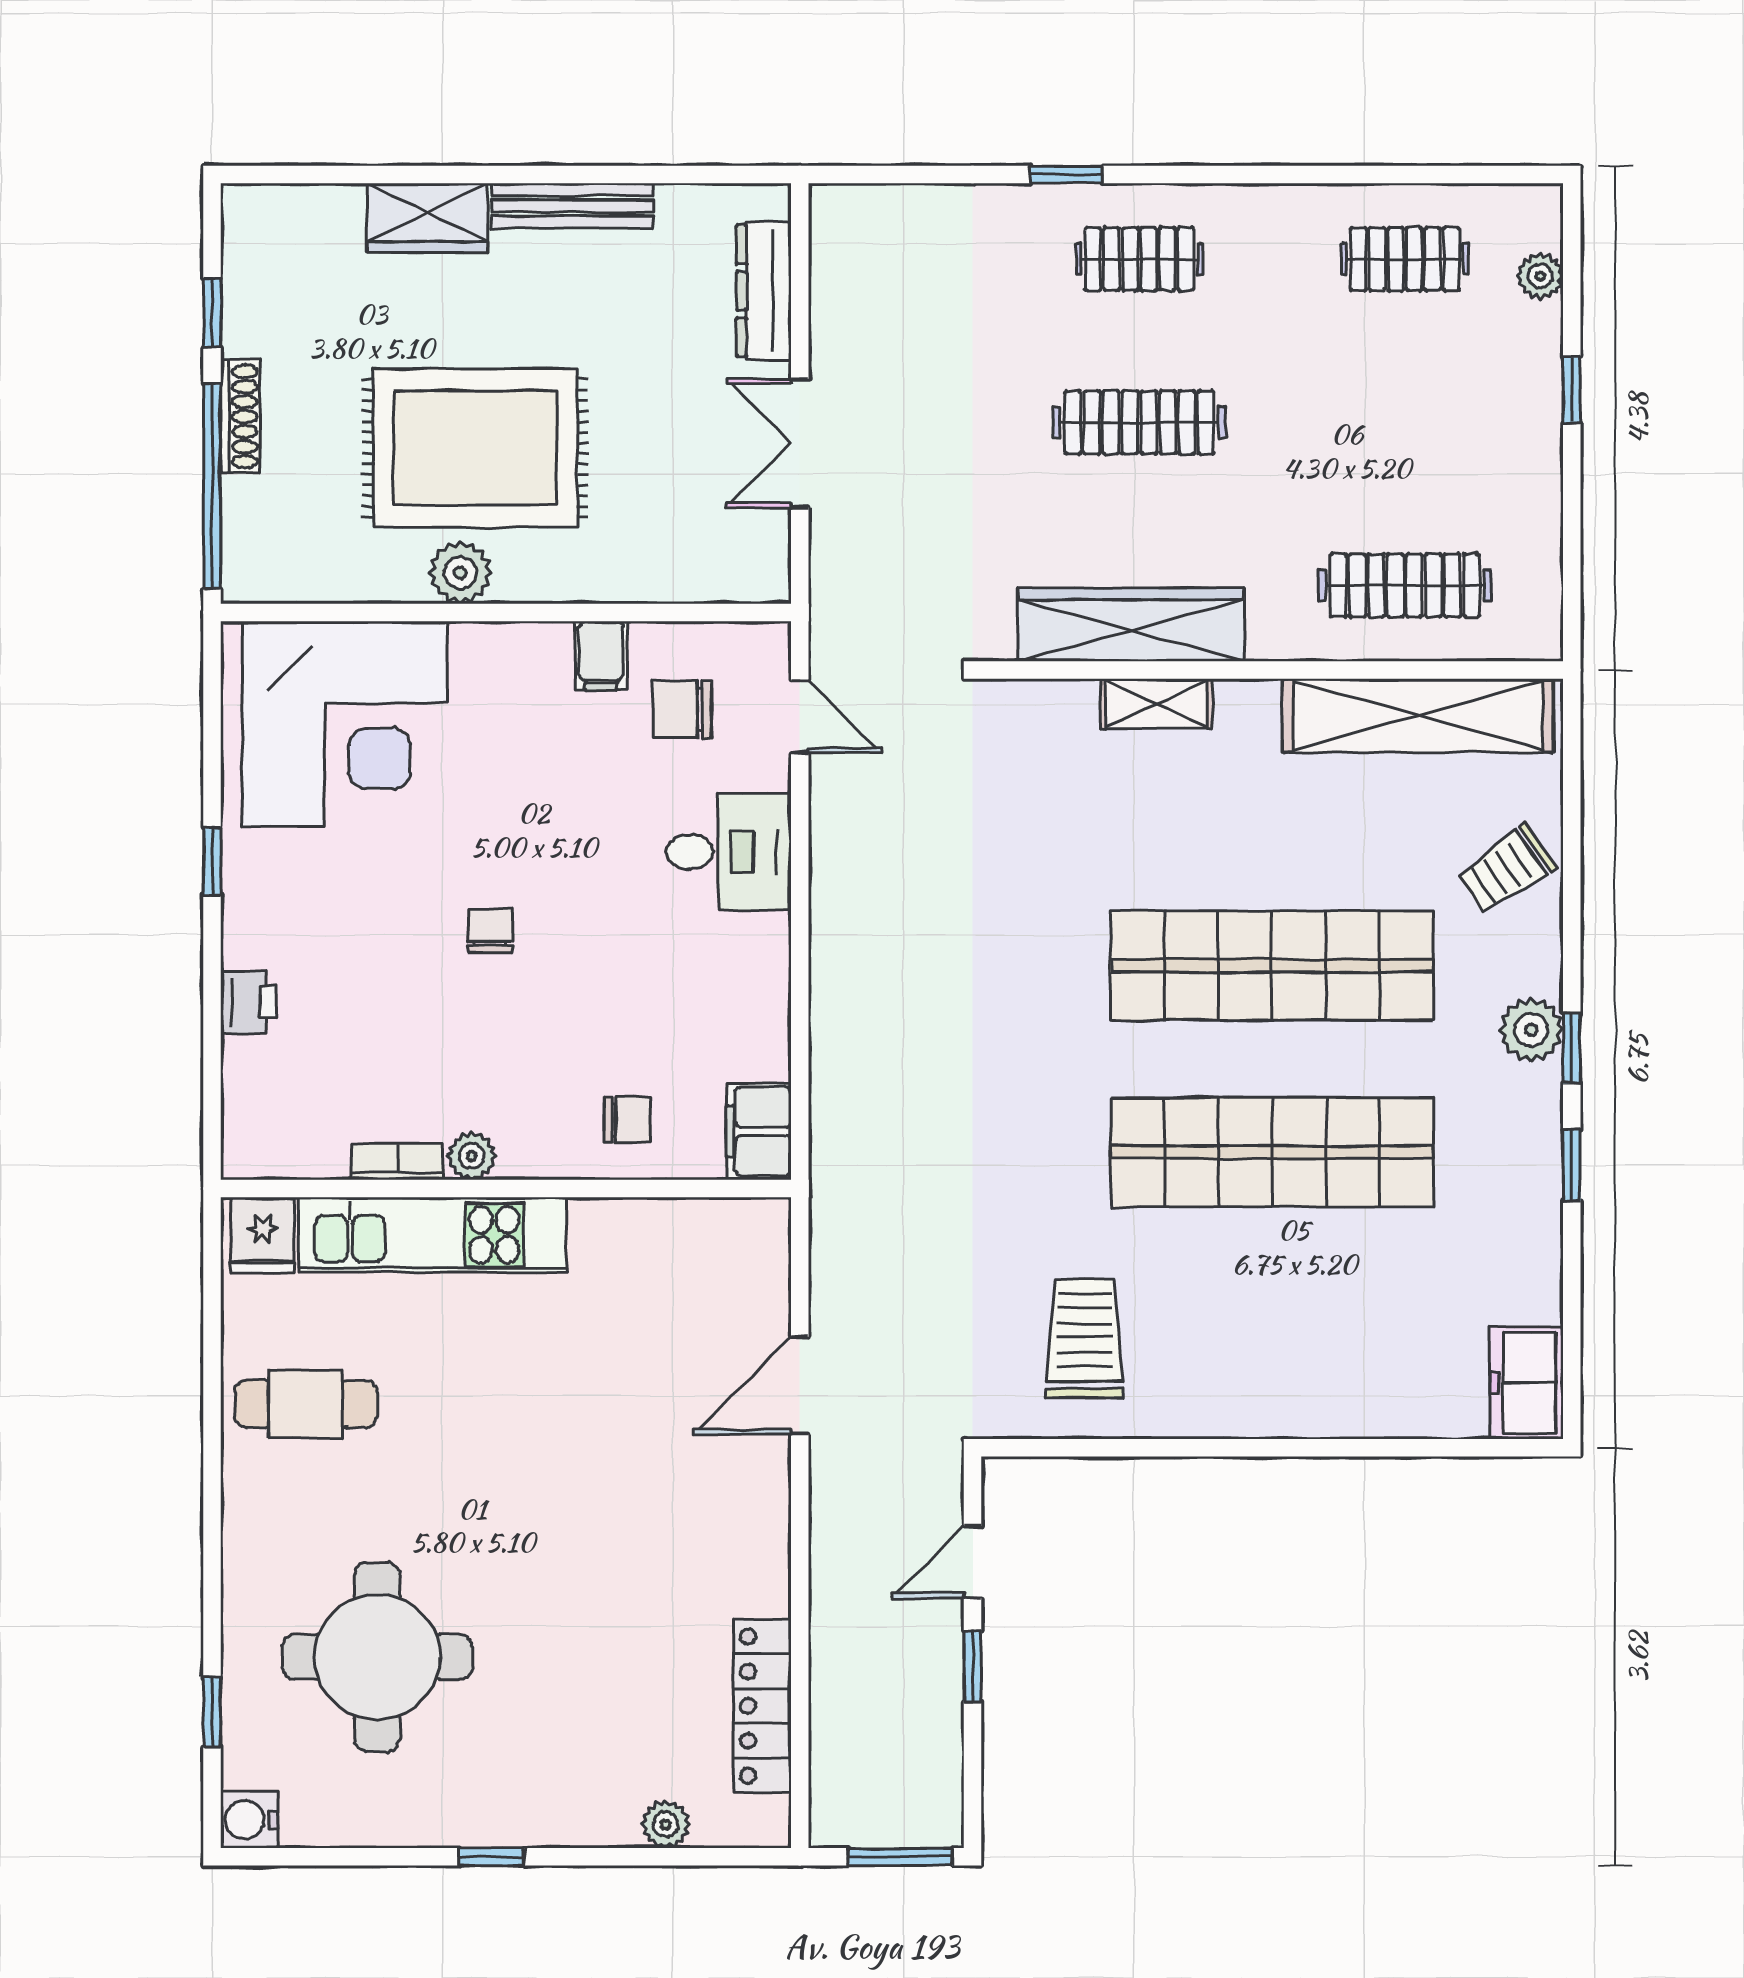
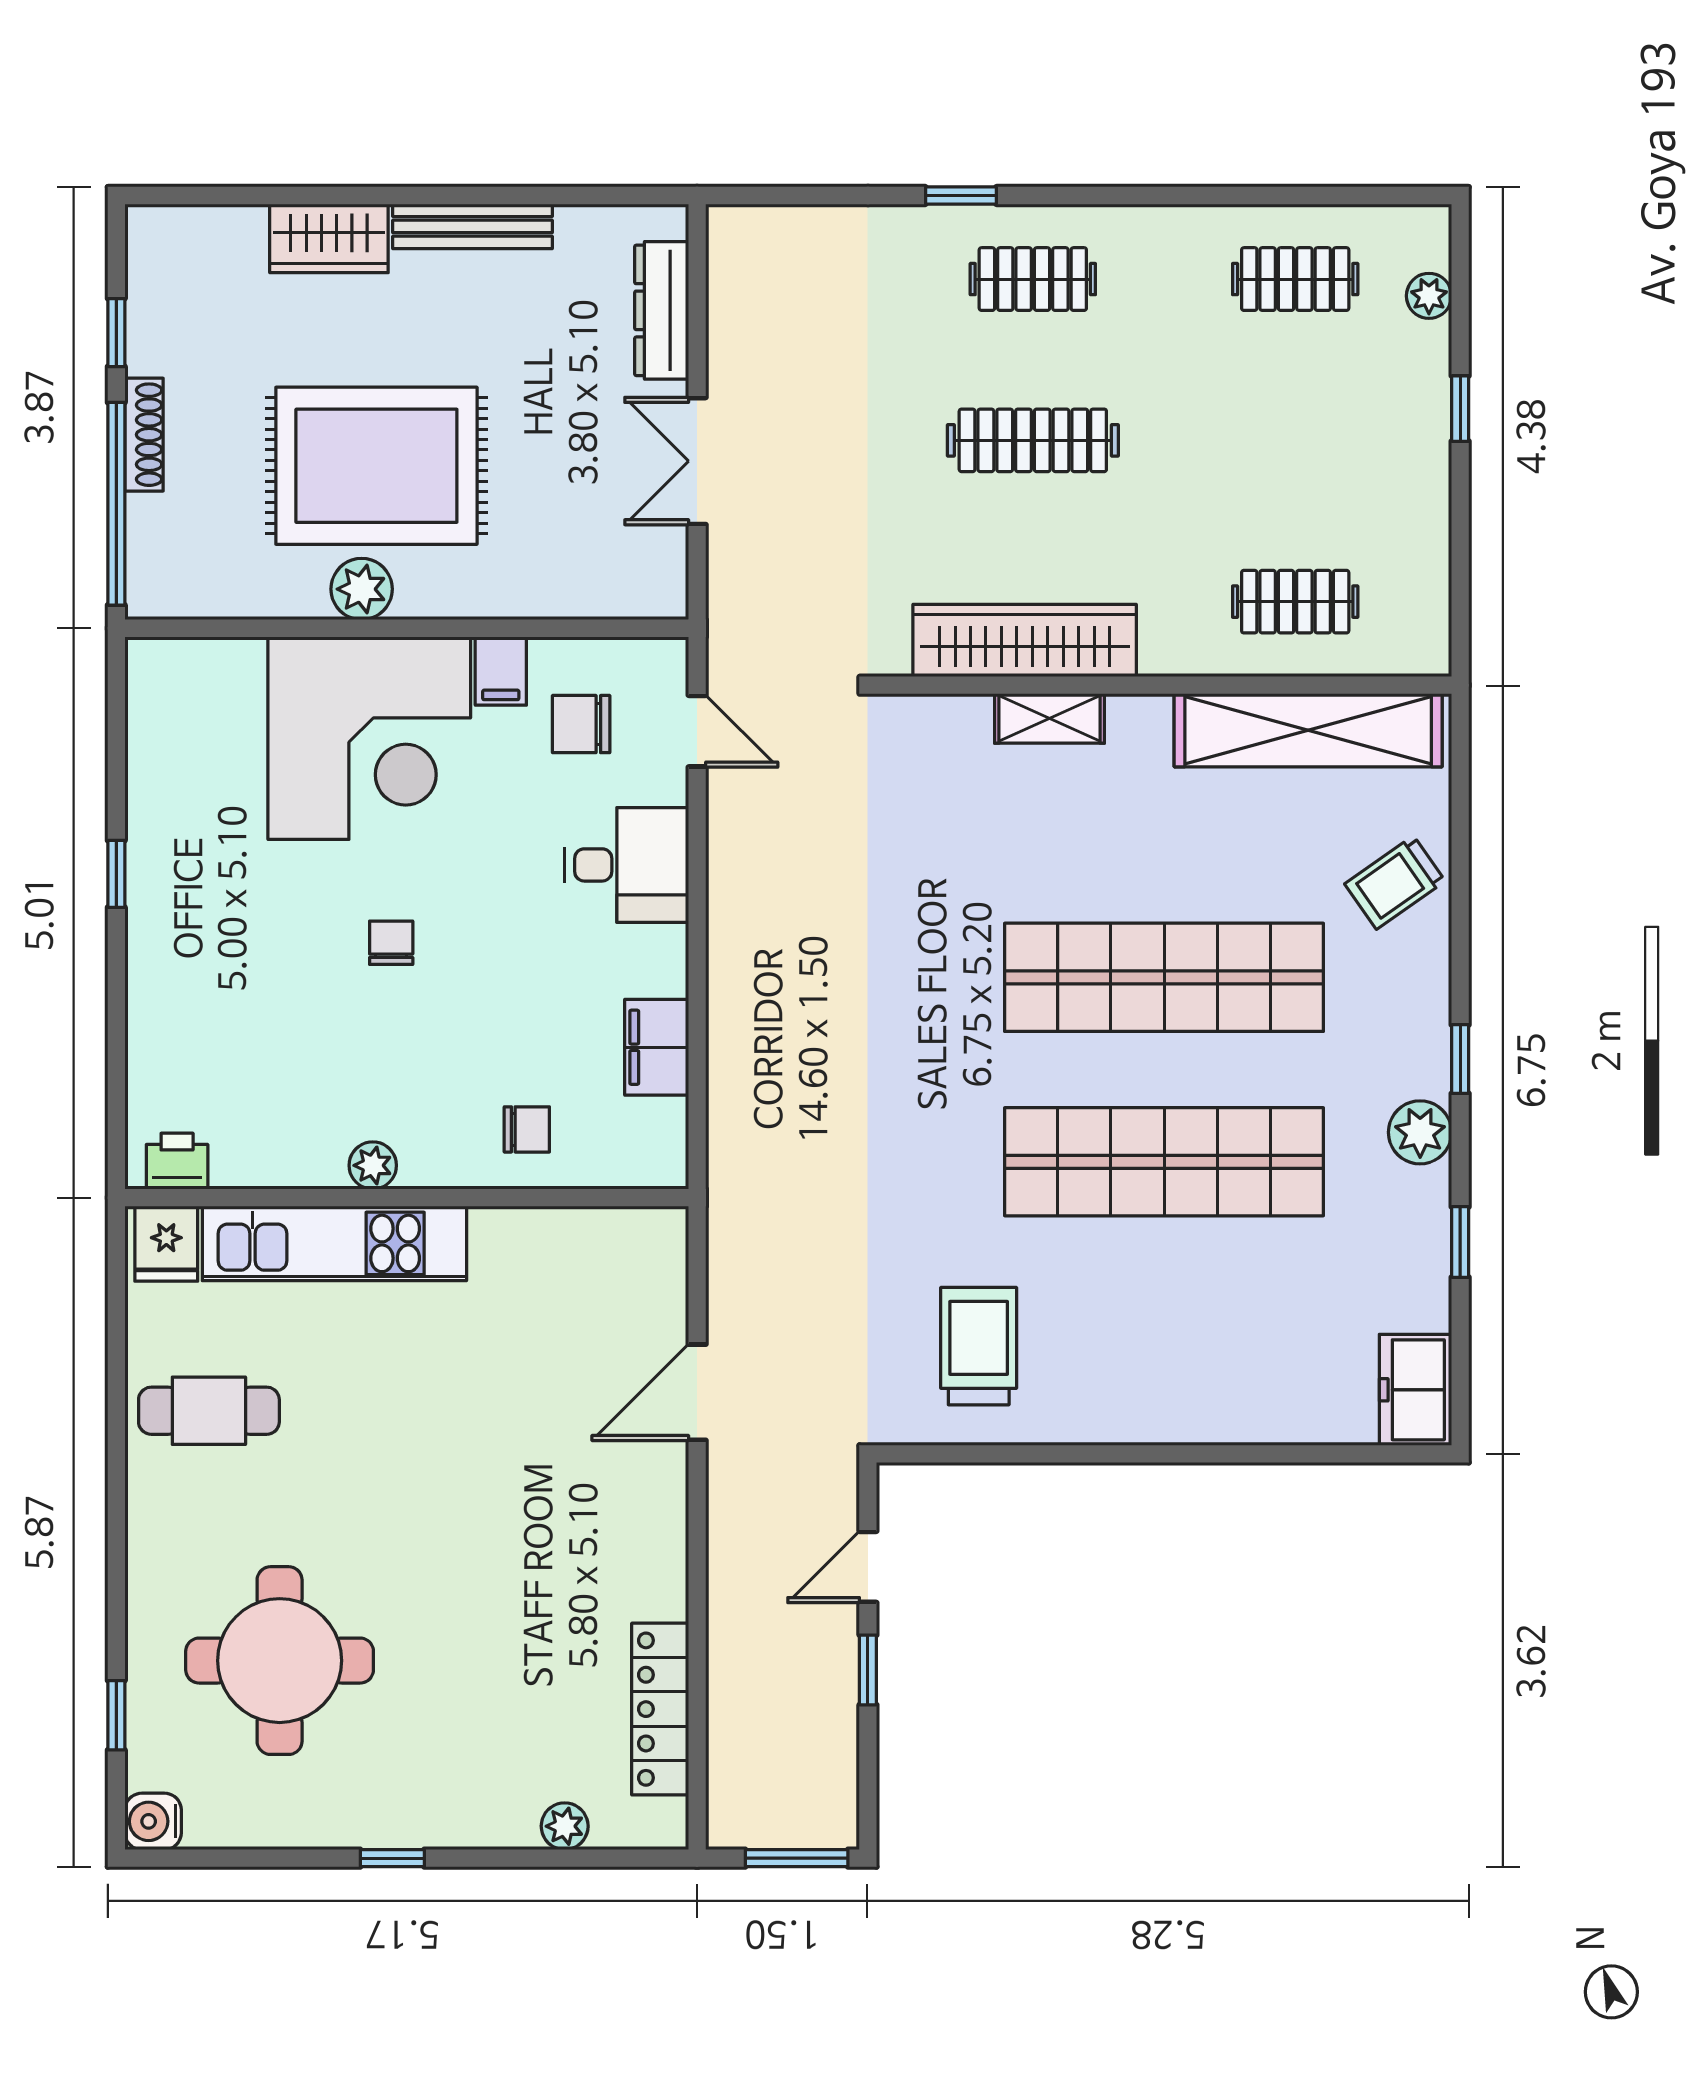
clothes rail: (1405, 585) -> (1295, 602), width x0.73
corner desk: (345, 724) -> (369, 738), moved
printer: (249, 1002) -> (177, 1161), moved, turned -90
plant: (1531, 1030) -> (1420, 1132), moved
filing cabinet: (759, 1131) -> (657, 1047), moved
bookcase: (397, 1162) -> (299, 1171), removed
window: (1572, 1165) -> (1460, 1242), moved

